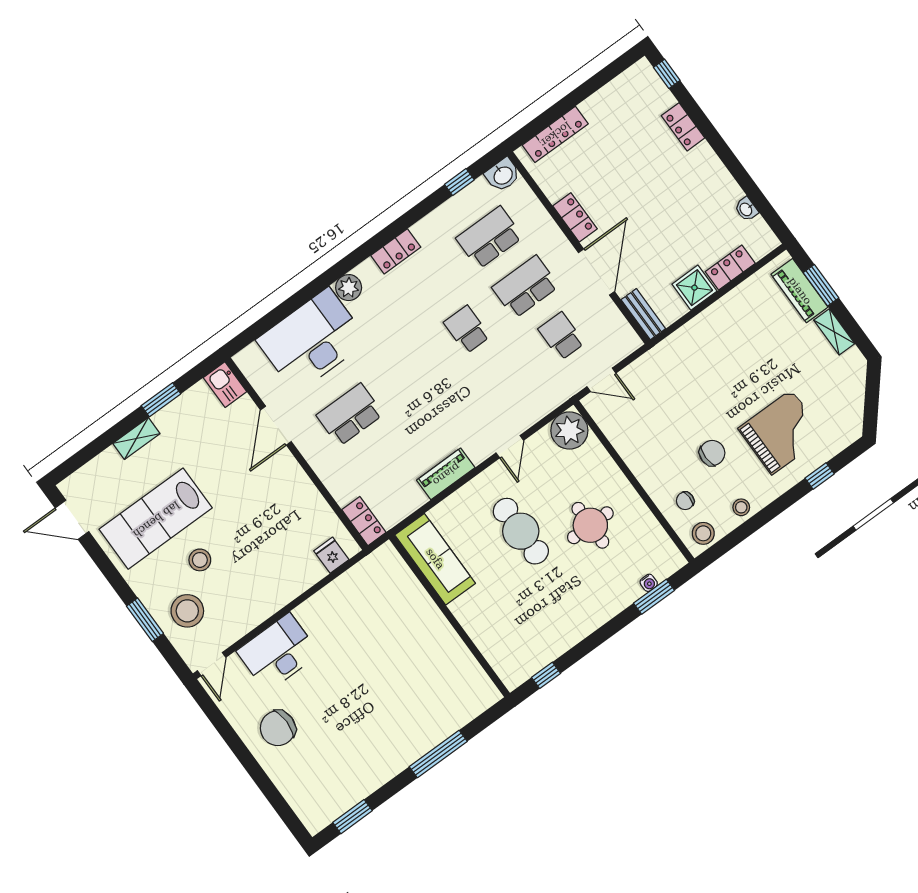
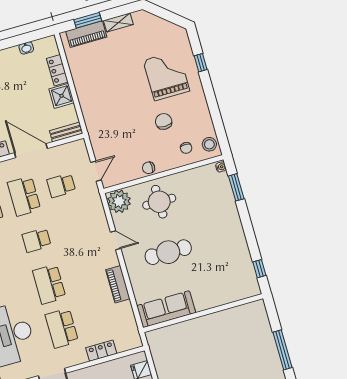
school desk: (408, 372) -> (49, 284), added
chair: (635, 456) -> (149, 168), added
stool: (741, 507) -> (202, 116), removed
locker: (364, 521) -> (101, 351), moved
round table: (590, 525) -> (159, 202), moved
water cooler: (649, 583) -> (221, 167), moved

